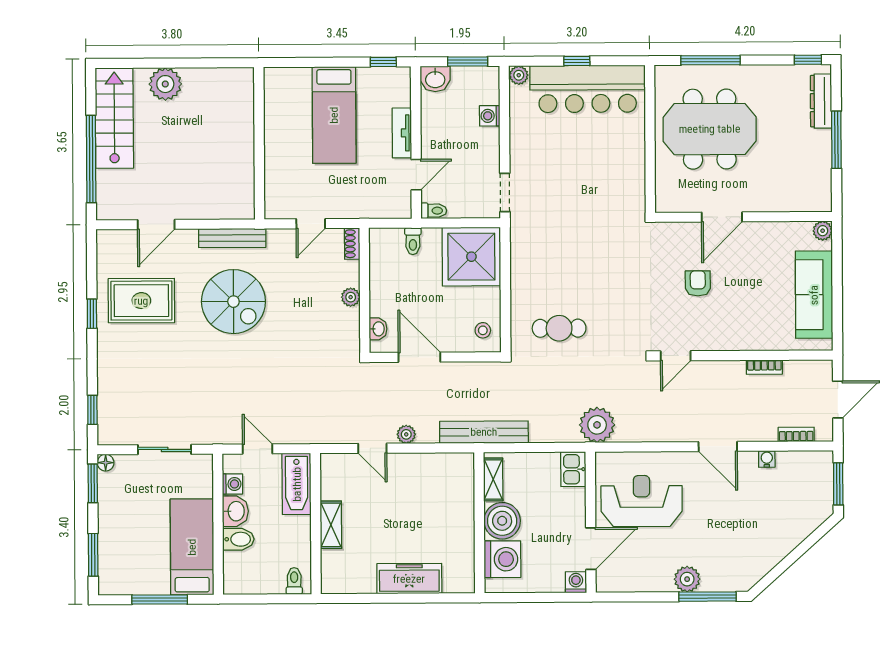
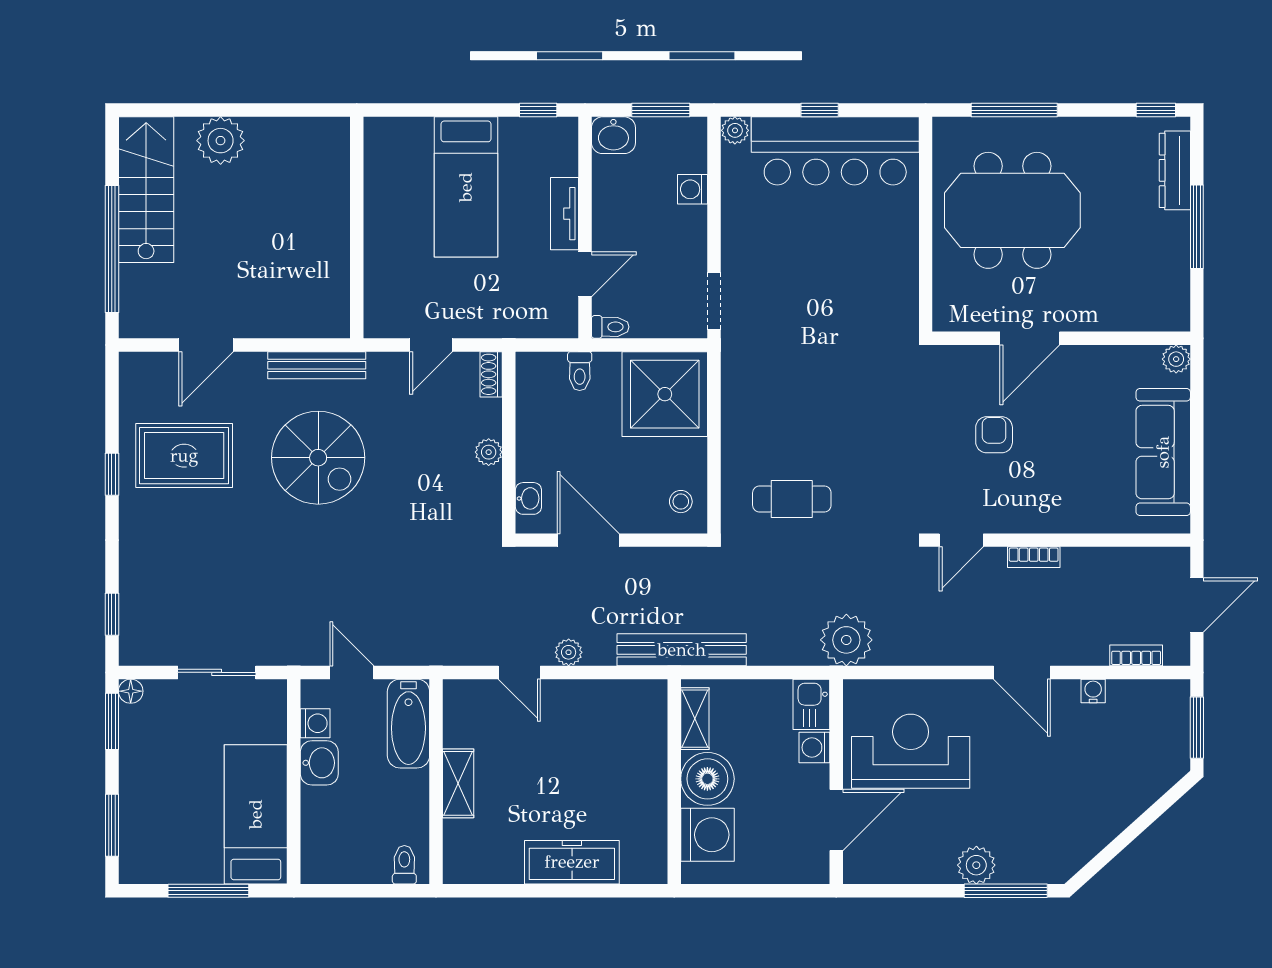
bookcase: (764, 367) -> (1034, 557), moved
bidet: (238, 539) -> (323, 804), removed
washing machine: (576, 582) -> (814, 748), moved, turned -90

